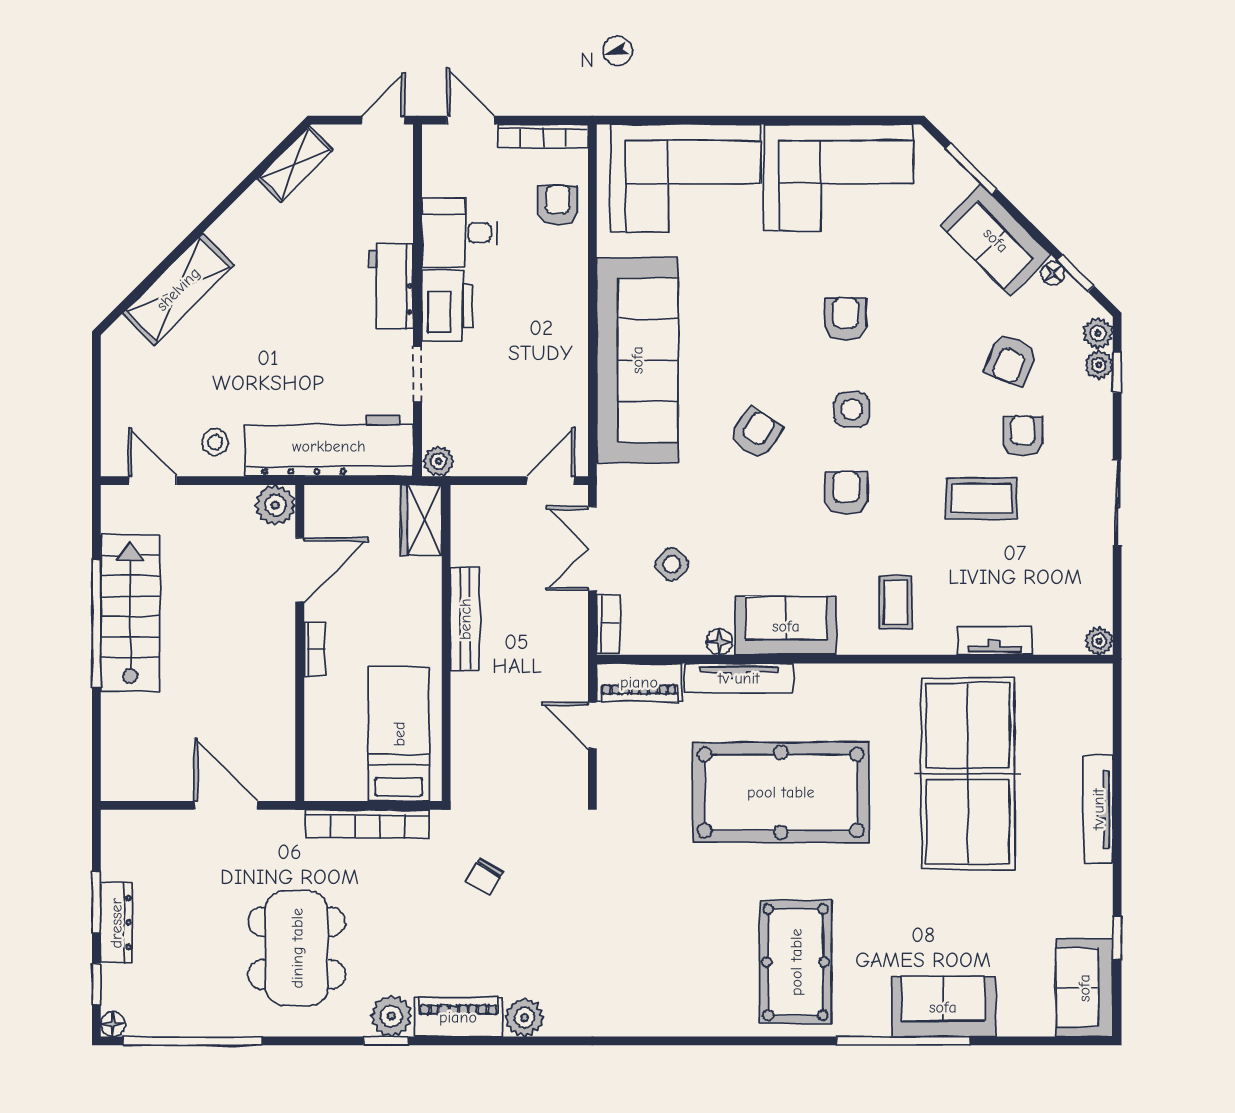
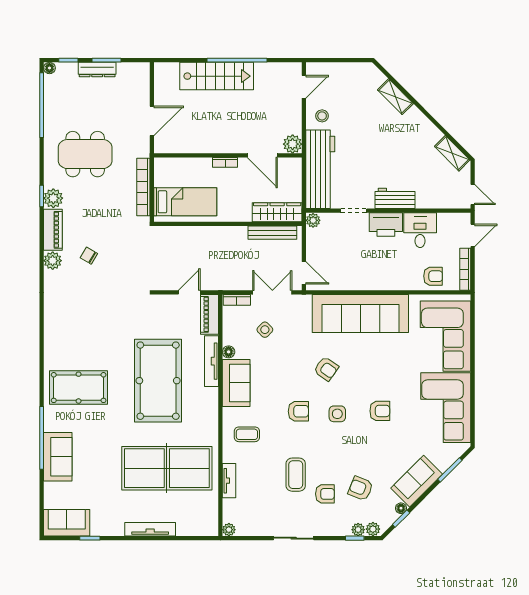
shelving: (178, 289) -> (395, 97), width x0.67, depth x0.75
wardrobe: (421, 520) -> (277, 212), width x1.50
stairs: (130, 613) -> (217, 76), moved
bench: (465, 619) -> (272, 233), moved
chair: (485, 877) -> (89, 256), moved

